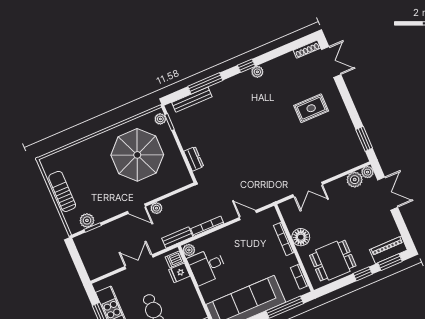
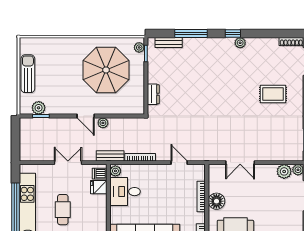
bench: (192, 100) -> (169, 43), width x0.73

